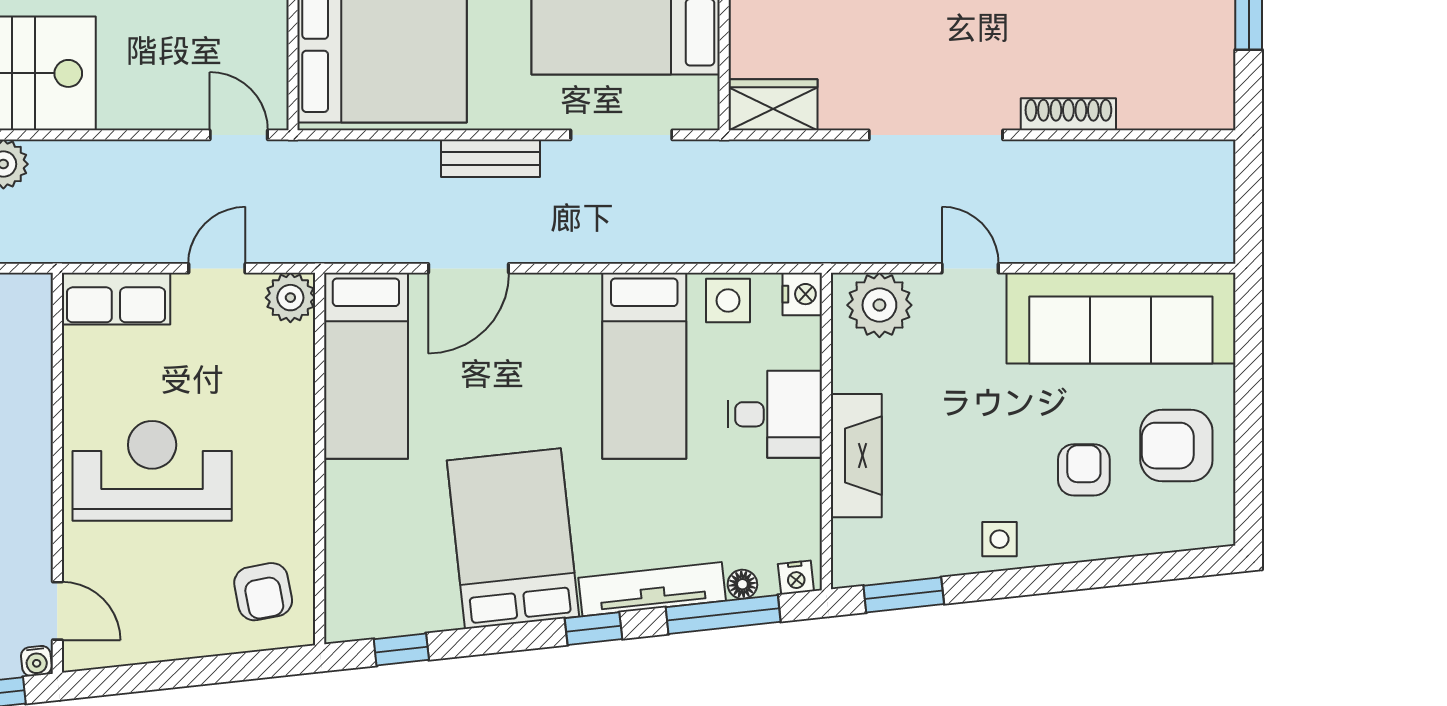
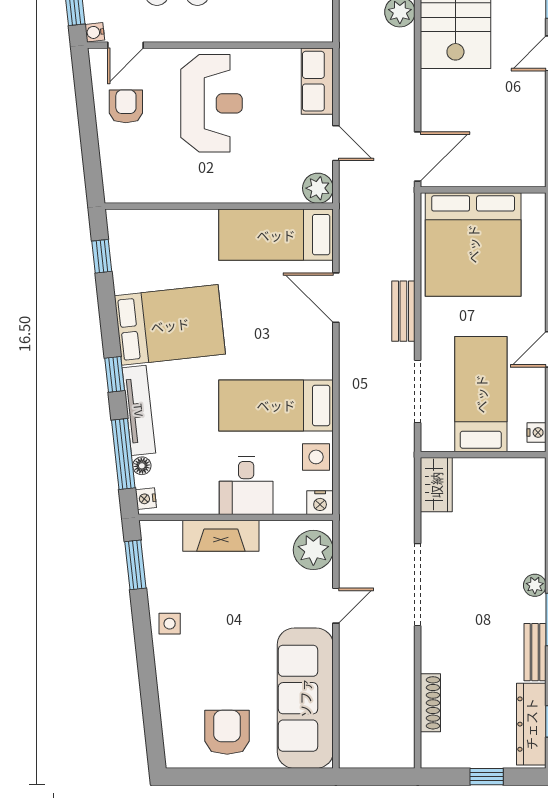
shoe rack: (1068, 114) -> (430, 703), moved
door: (239, 135) -> (418, 157), width x1.38
armchair: (1084, 470) -> (212, 675), removed
armchair: (263, 592) -> (126, 106), moved, turned 101

